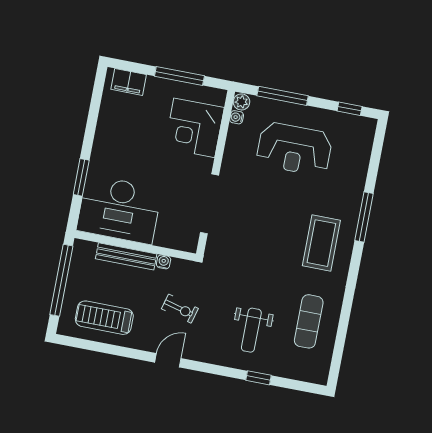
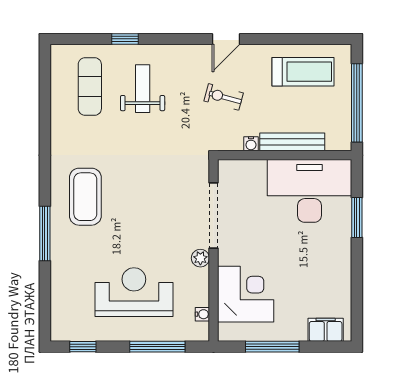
plant: (241, 102) -> (200, 258), moved
exercise mat: (309, 321) -> (90, 86), moved

